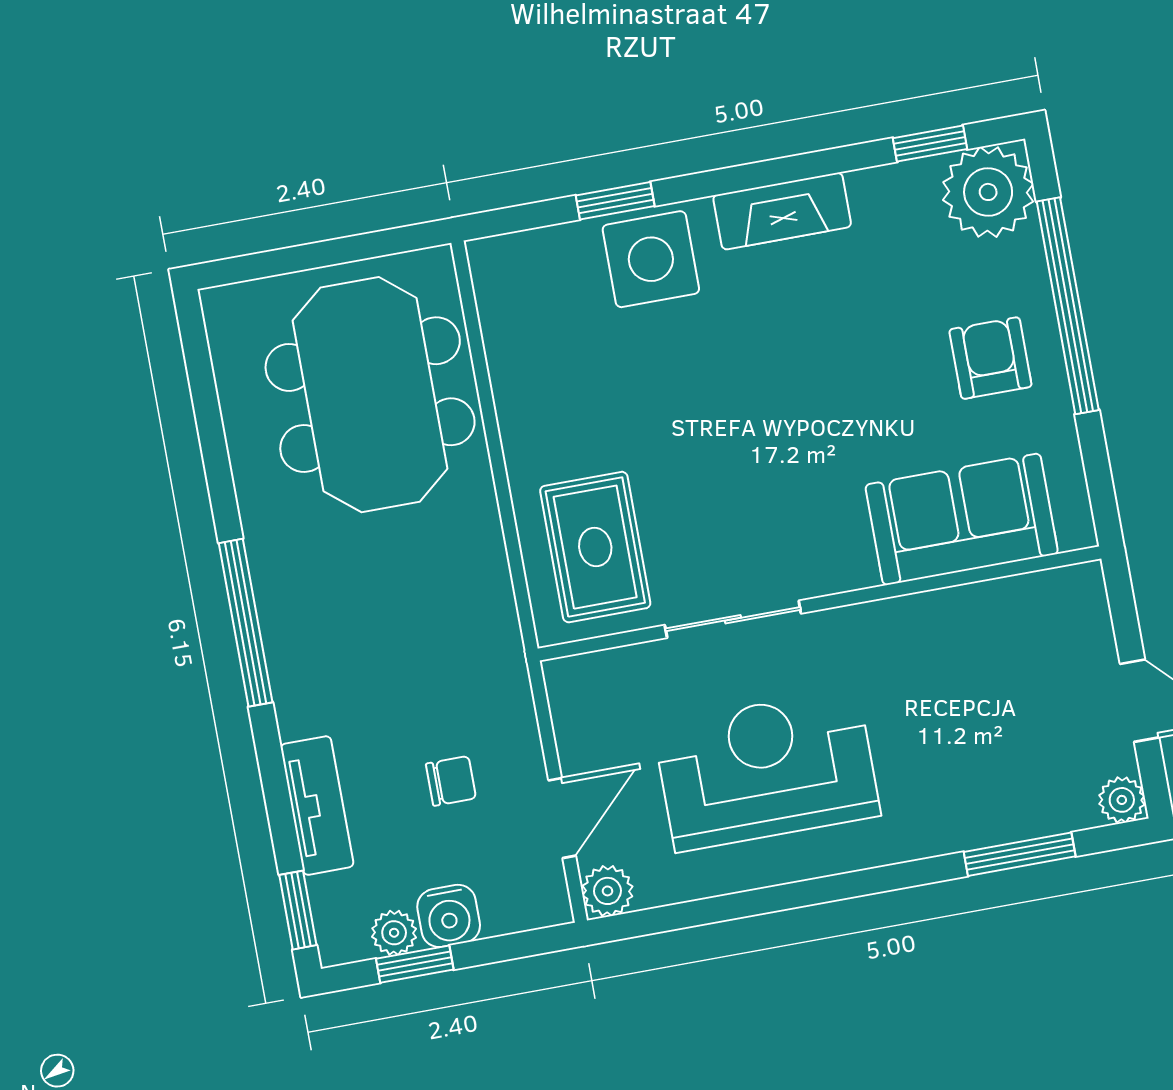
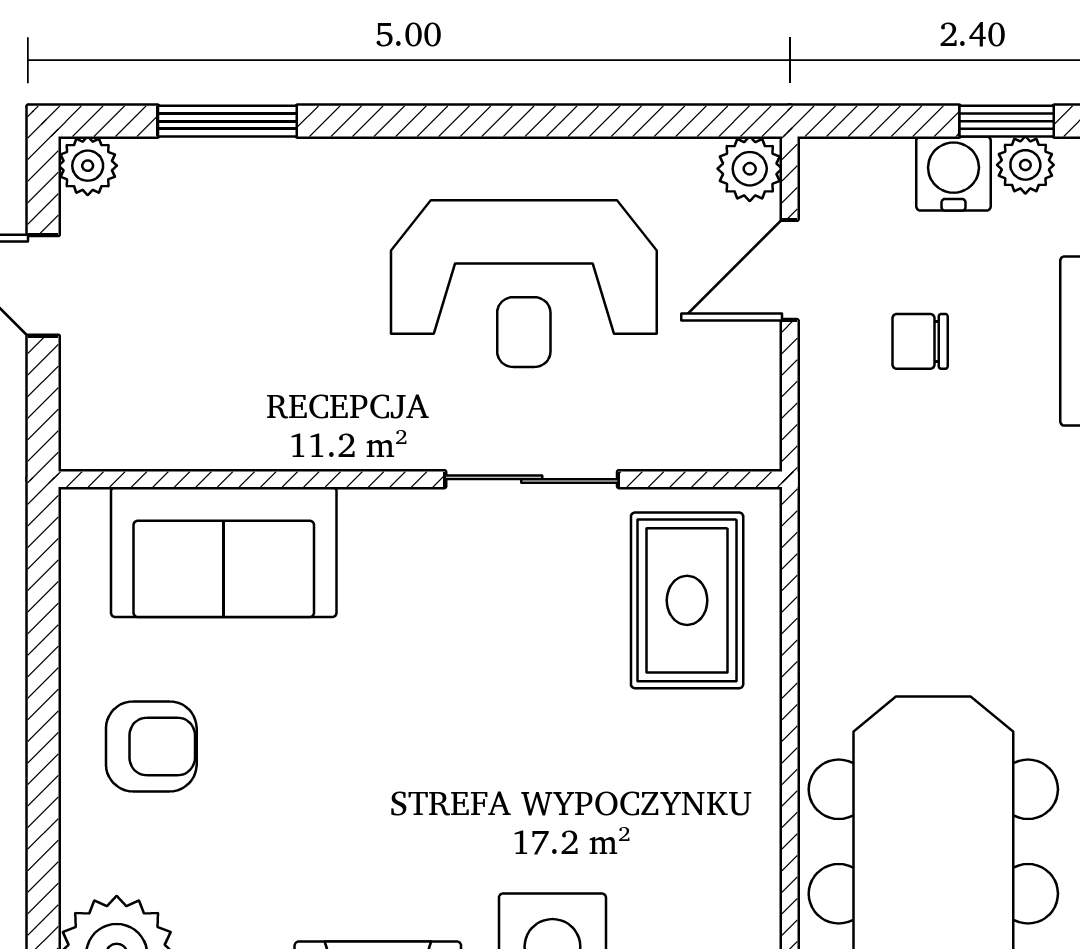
window: (1068, 306) -> (43, 794), removed
armchair: (990, 358) -> (151, 746), turned -90

